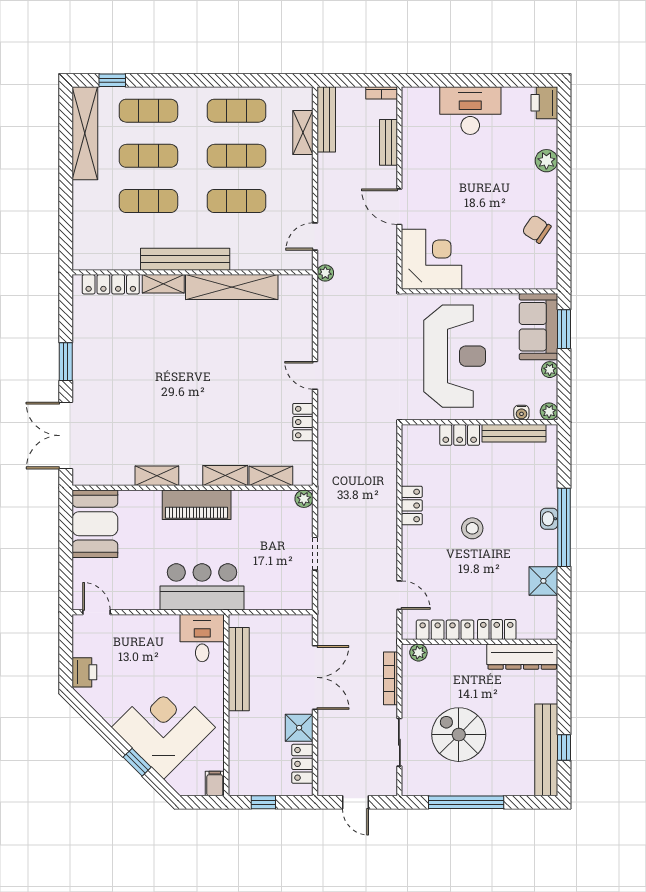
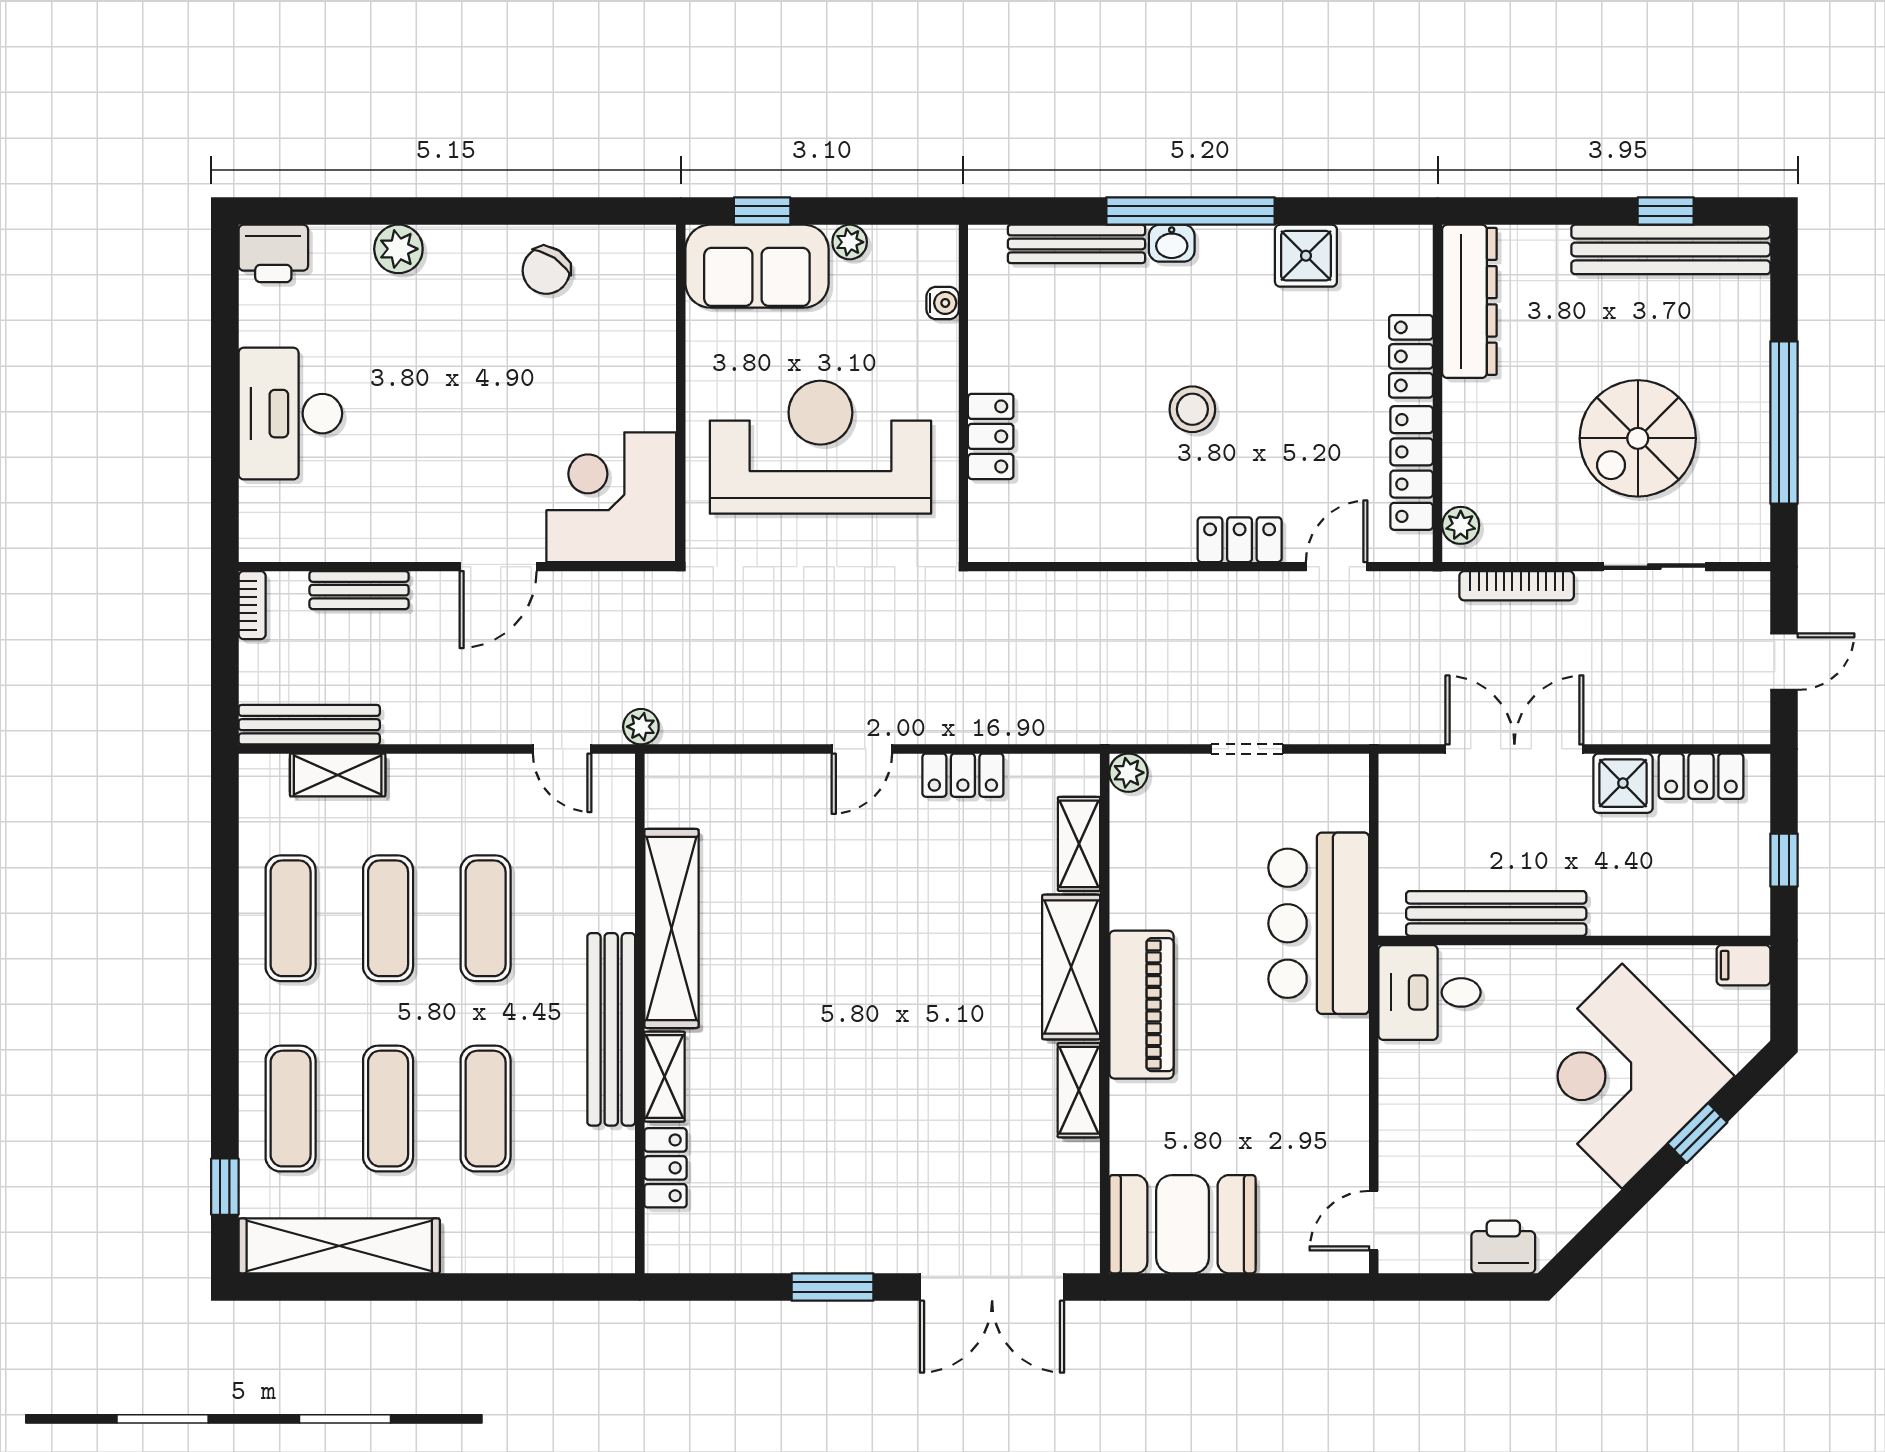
locker: (111, 284) -> (665, 1168), width x0.66
window: (564, 329) -> (762, 211), width x0.67
plant: (549, 411) -> (940, 243), removed
bench: (514, 433) -> (1076, 244), moved, turned 90
shelving: (225, 476) -> (1071, 967), width x1.50, depth x1.33
locker: (412, 505) -> (1240, 540), moved
bar counter: (202, 587) -> (1319, 923), moved

